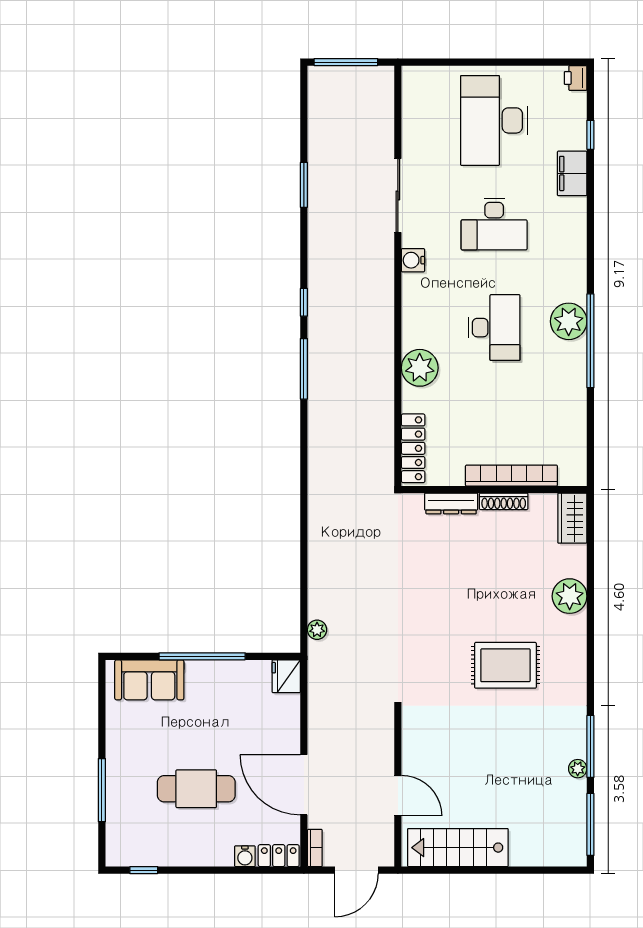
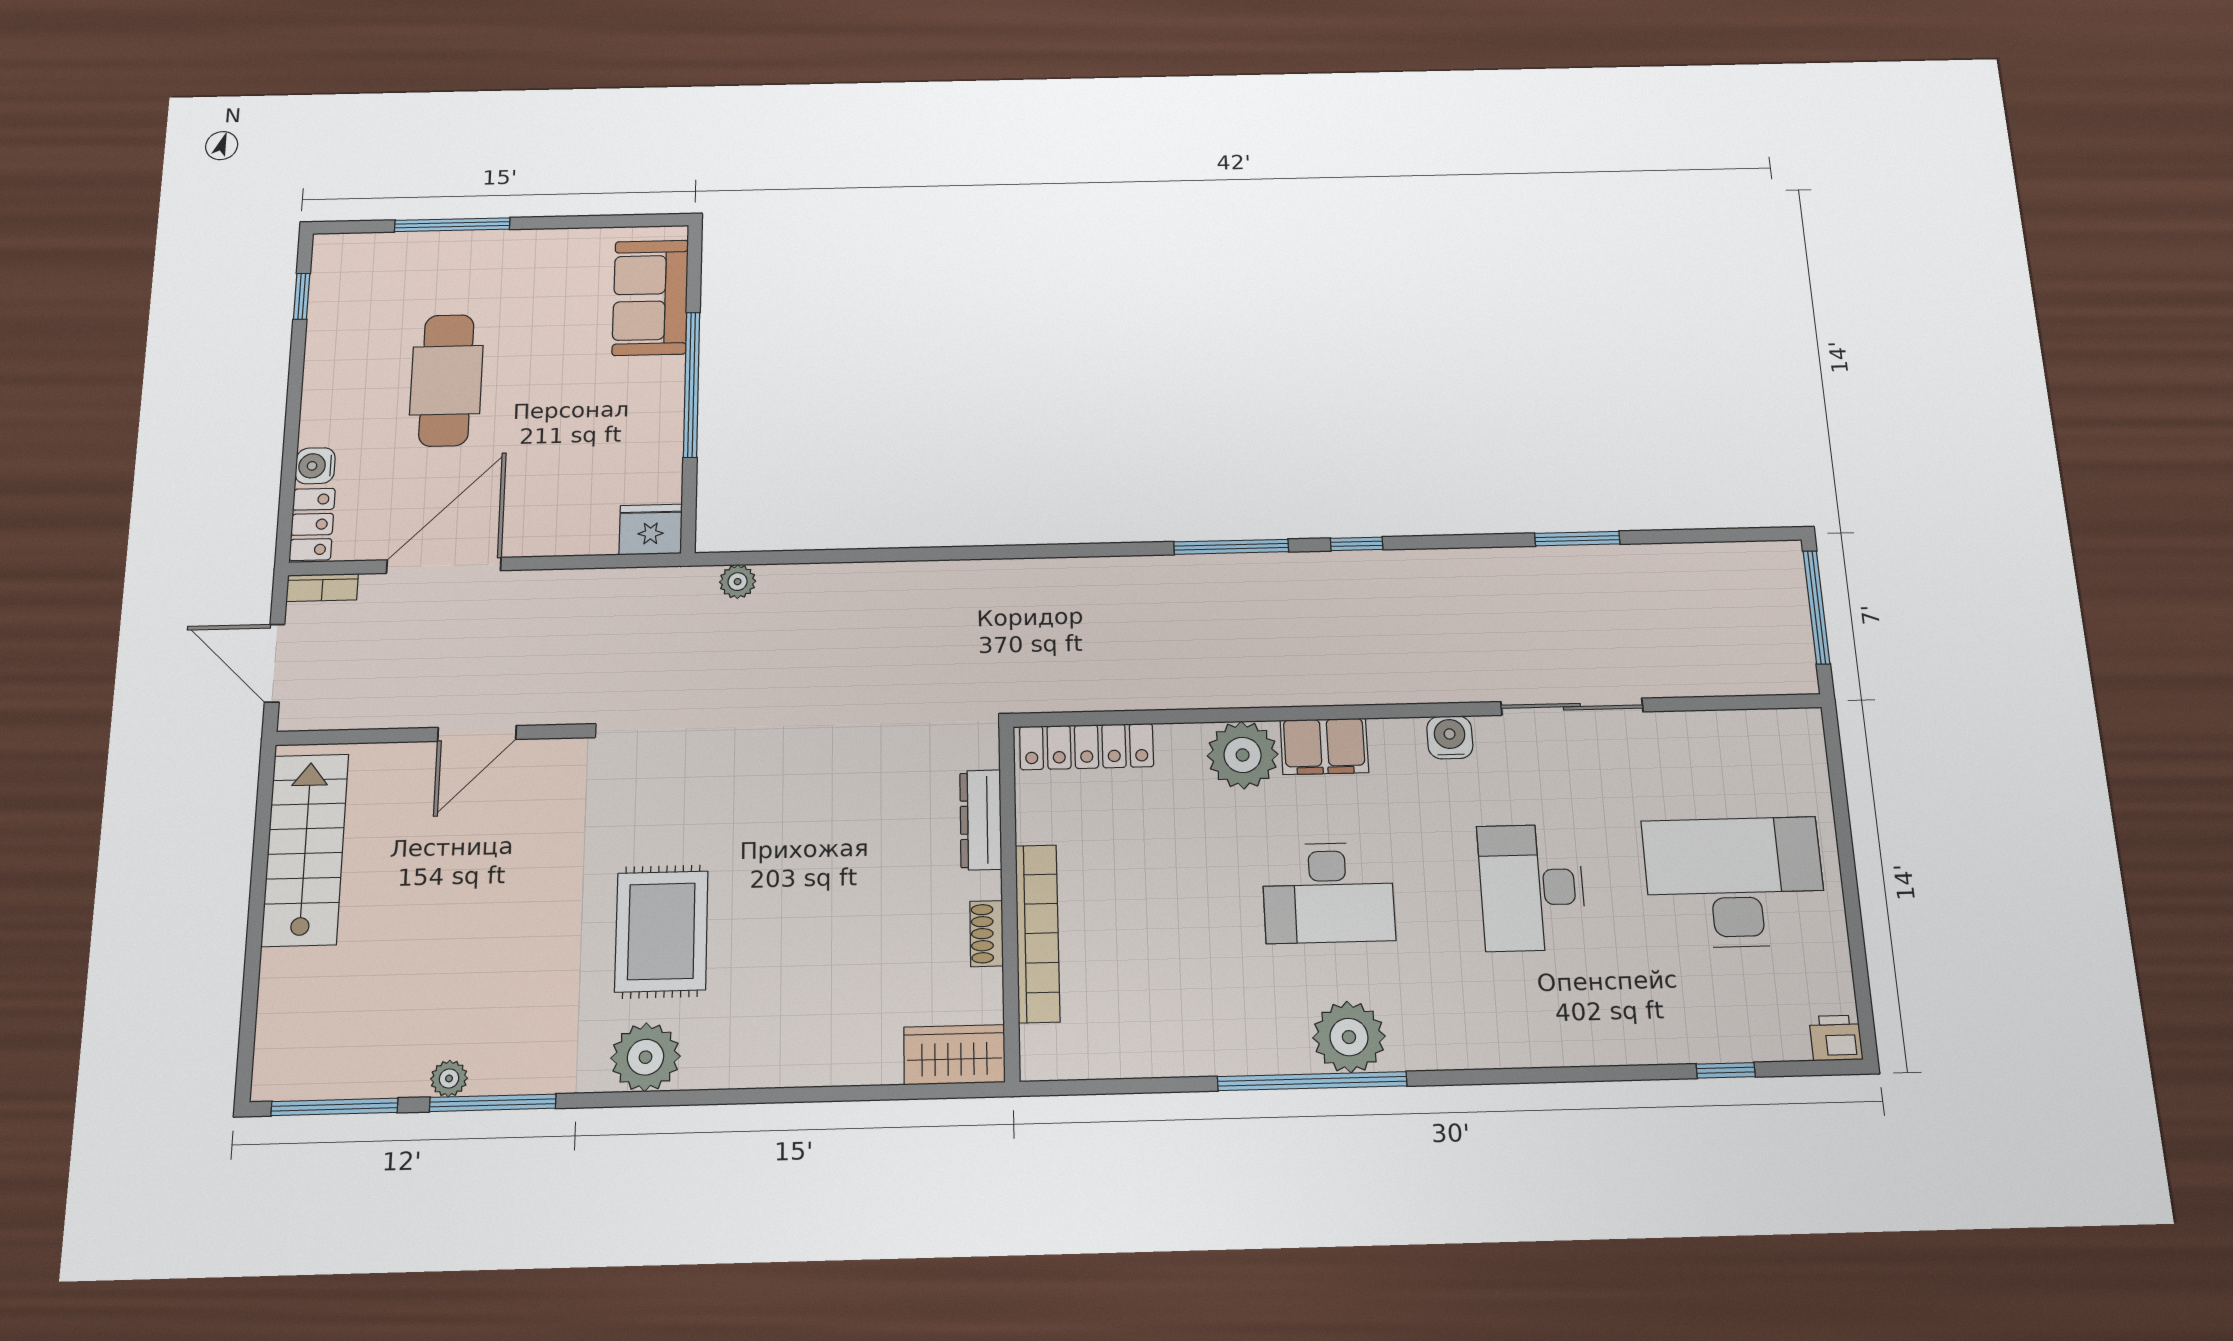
filing cabinet: (572, 173) -> (1324, 746), moved, turned 180
shoe rack: (504, 501) -> (987, 934), width x0.70
plant: (570, 596) -> (646, 1057), moved
door: (398, 796) -> (477, 733), moved

